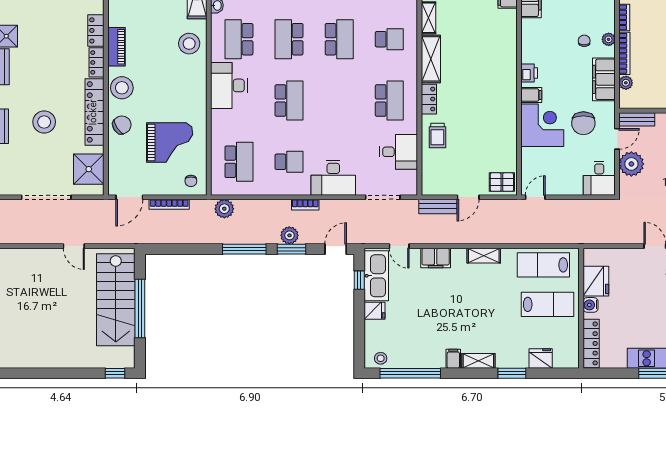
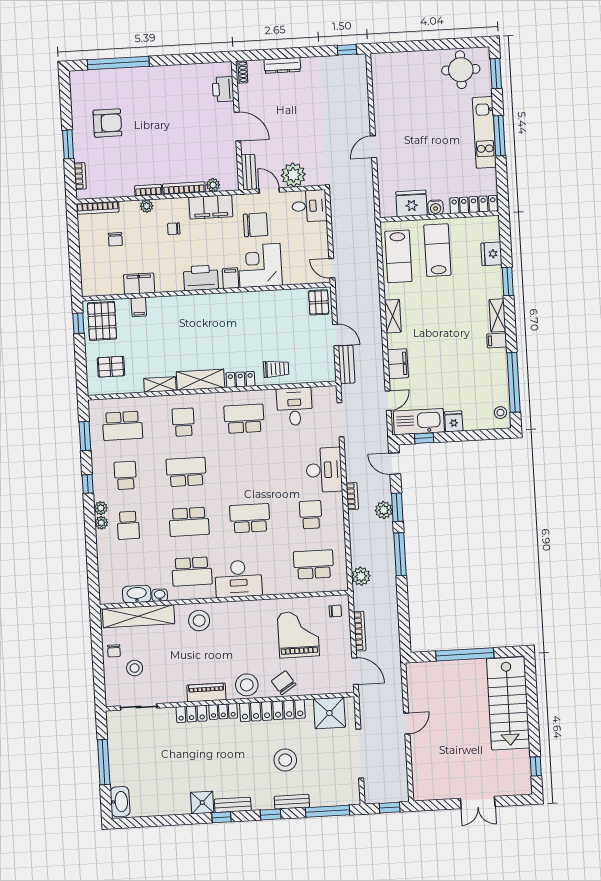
plant: (609, 39) -> (147, 206), moved
printer: (529, 73) -> (201, 278), width x1.87, depth x1.48
stairs: (116, 300) -> (508, 703), moved, turned 90
window: (115, 373) -> (536, 766), moved

